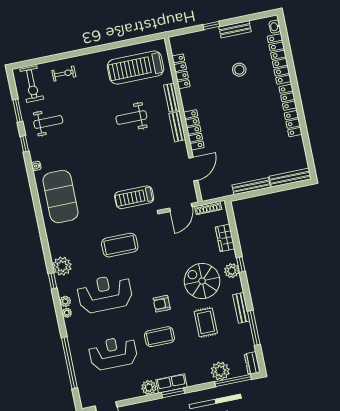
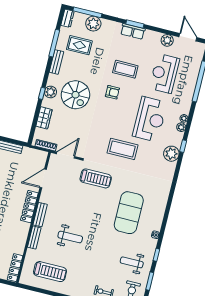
treadmill: (136, 68) -> (50, 272), width x0.73, depth x0.73
locker: (181, 71) -> (15, 268), moved
exercise mat: (60, 197) -> (129, 213), moved
reception desk: (105, 294) -> (150, 119), turned -90
rug: (206, 322) -> (79, 45), moved, turned 90
reception desk: (113, 353) -> (164, 73), turned 90
plant: (149, 388) -> (167, 40), moved

